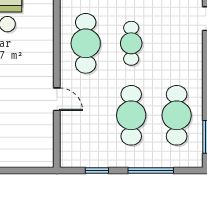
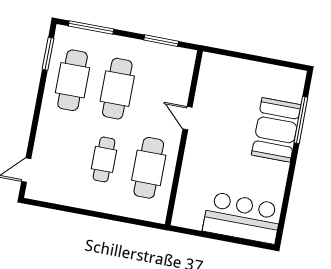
window: (97, 170) -> (161, 41), width x1.50
window: (151, 170) -> (91, 28), moved

